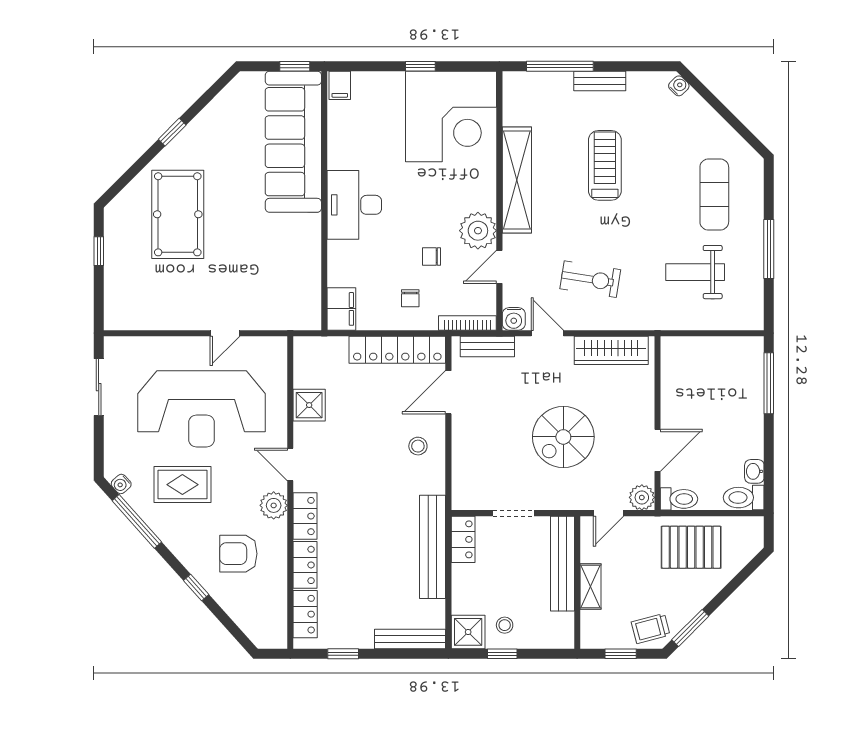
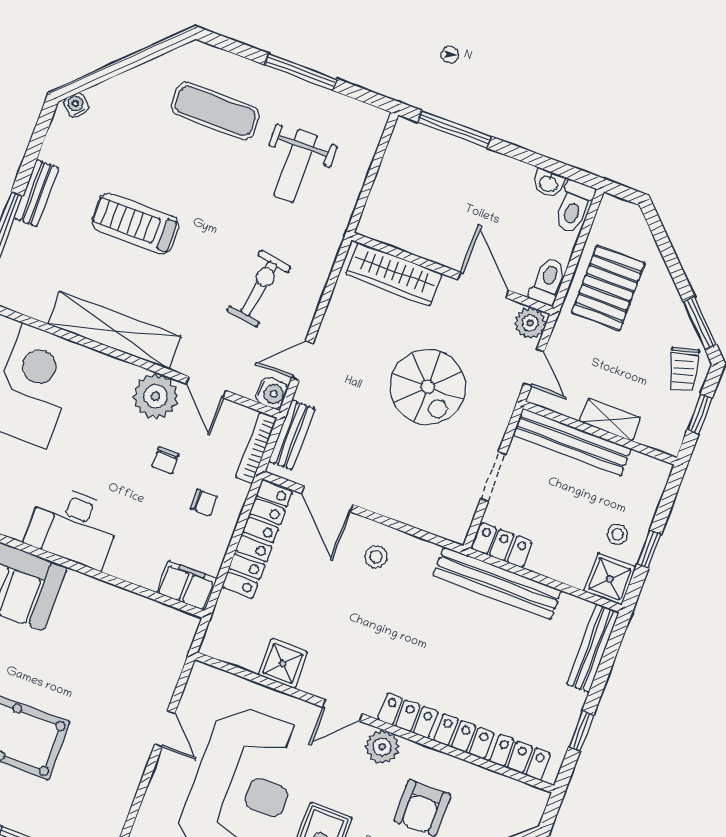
wardrobe: (611, 350) -> (394, 274), moved, turned 90

